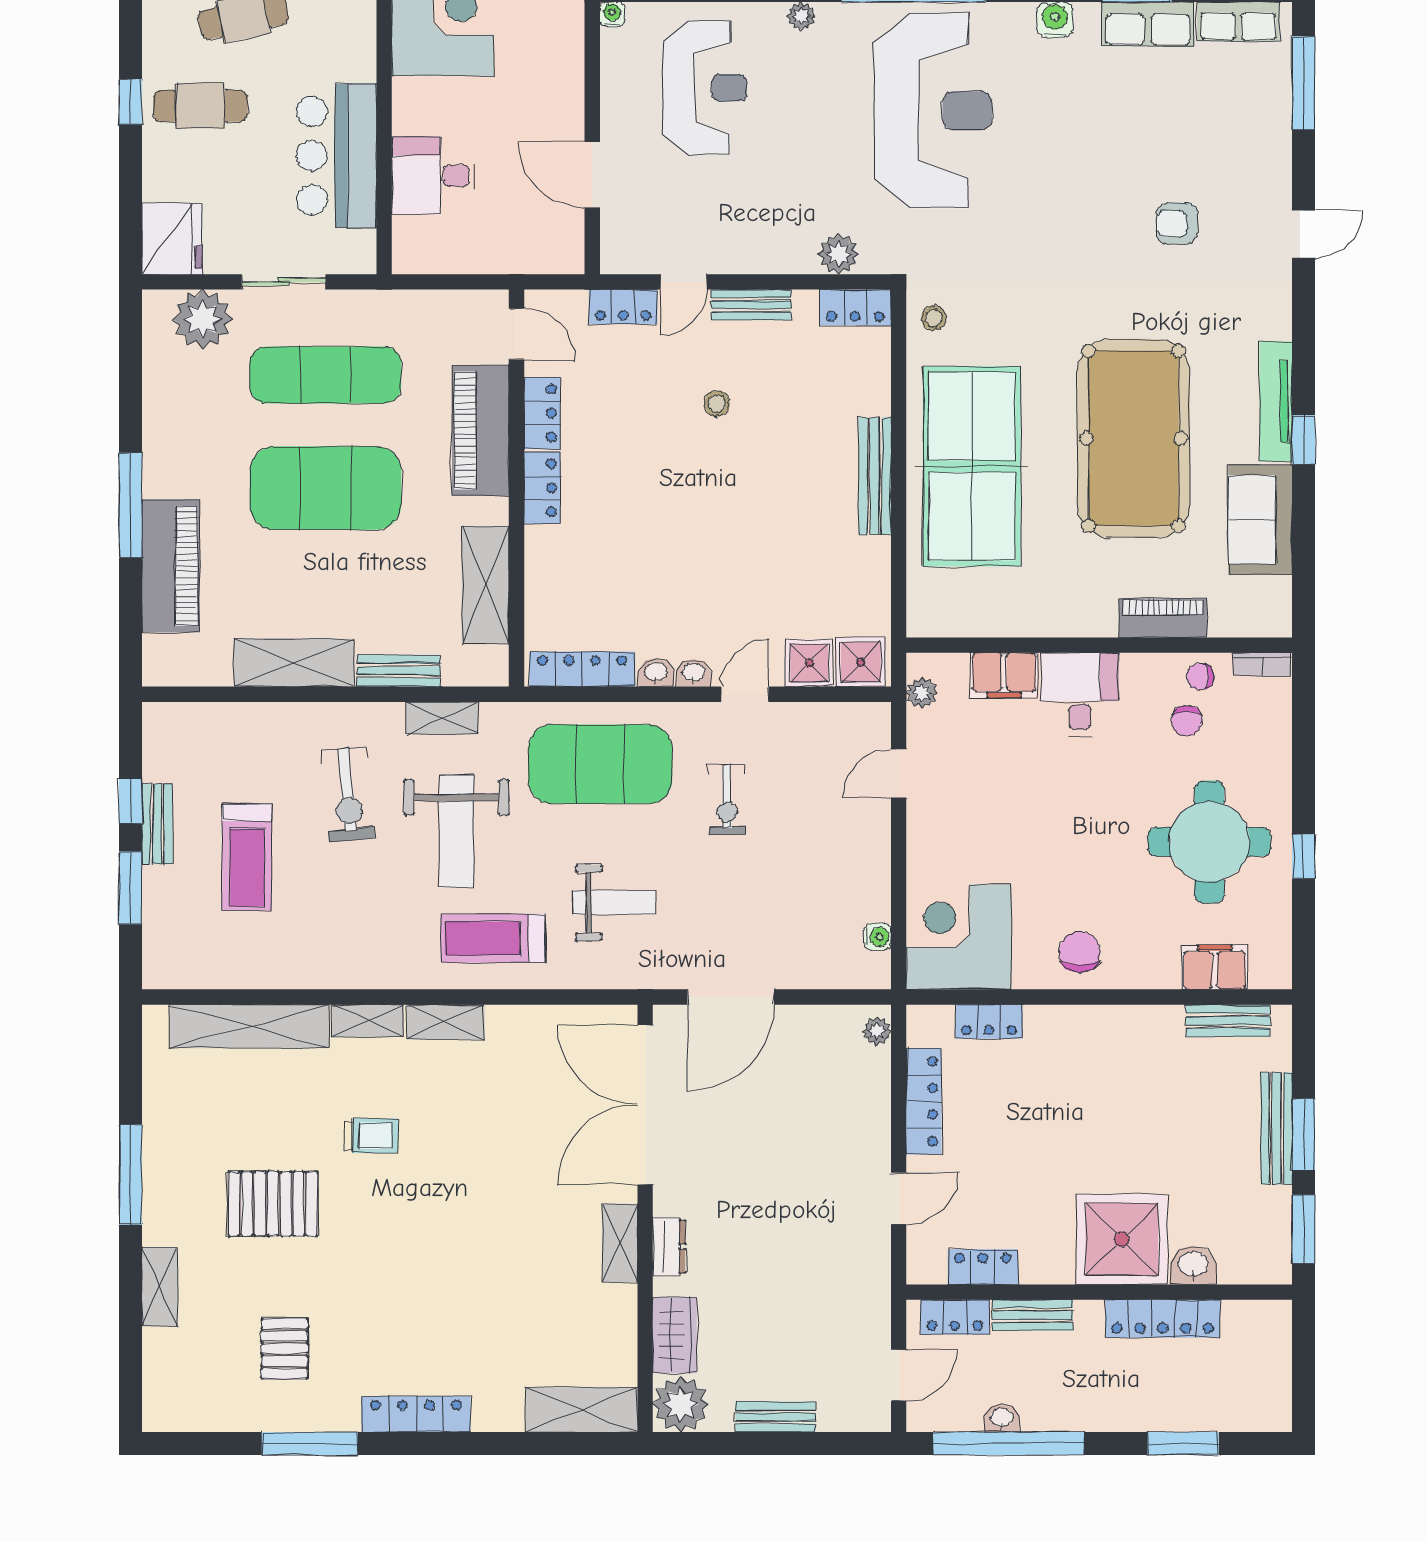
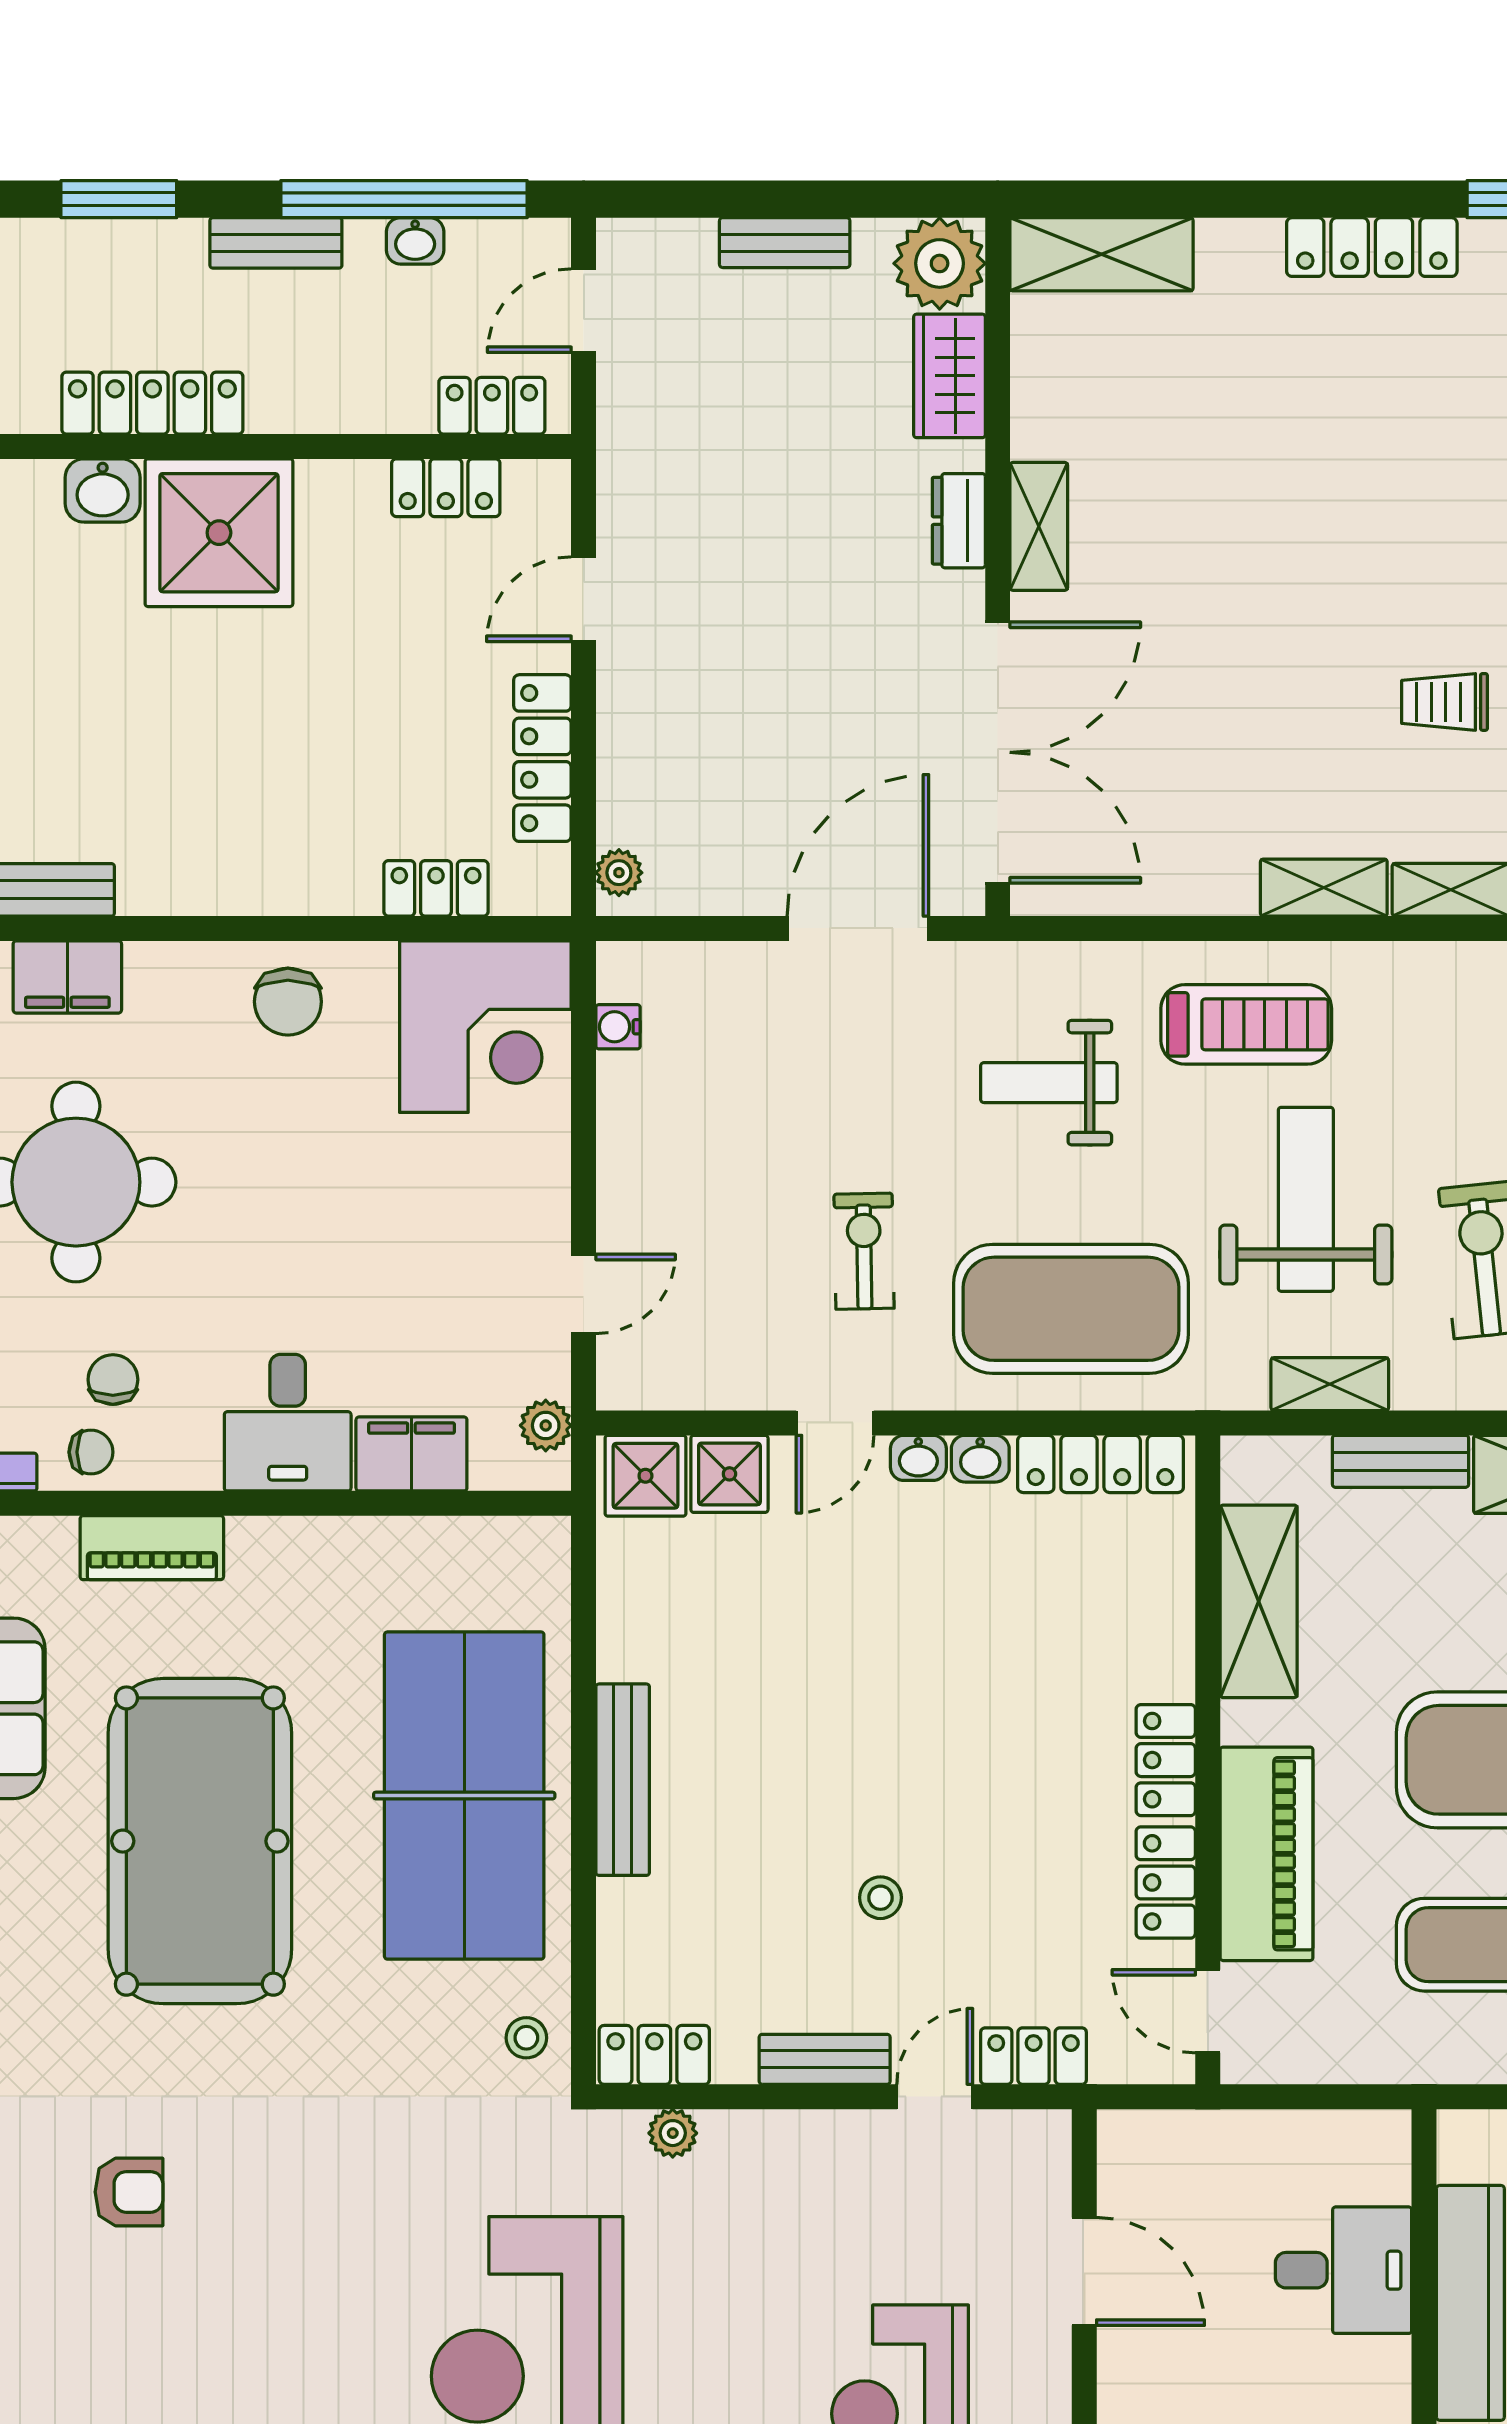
plant: (839, 254) -> (673, 2133), width x0.73, depth x0.73
bench: (1033, 1315) -> (276, 243), moved

